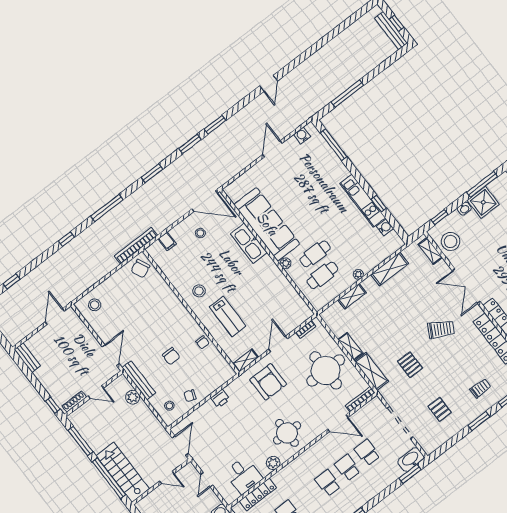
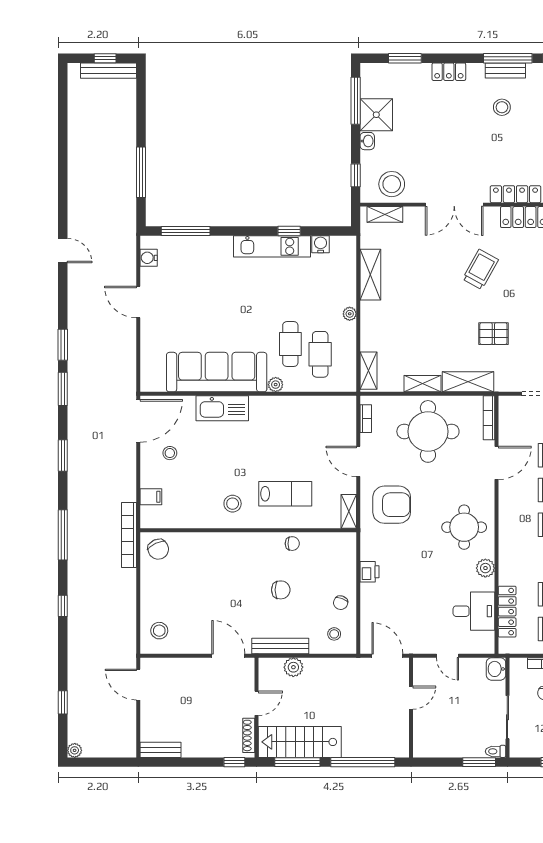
shelving: (352, 296) -> (369, 371), moved
stairs: (123, 472) -> (300, 742), moved

